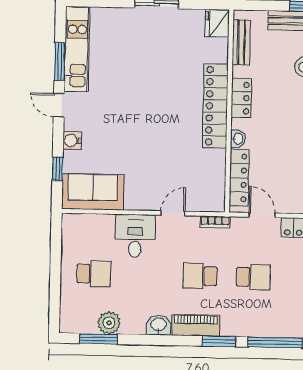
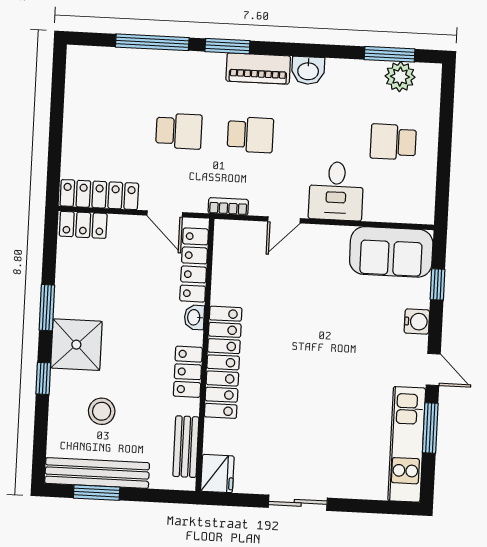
school desk: (253, 277) -> (179, 131), turned 180
plant: (109, 323) -> (400, 77), moved

